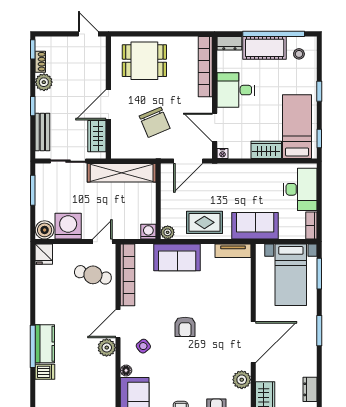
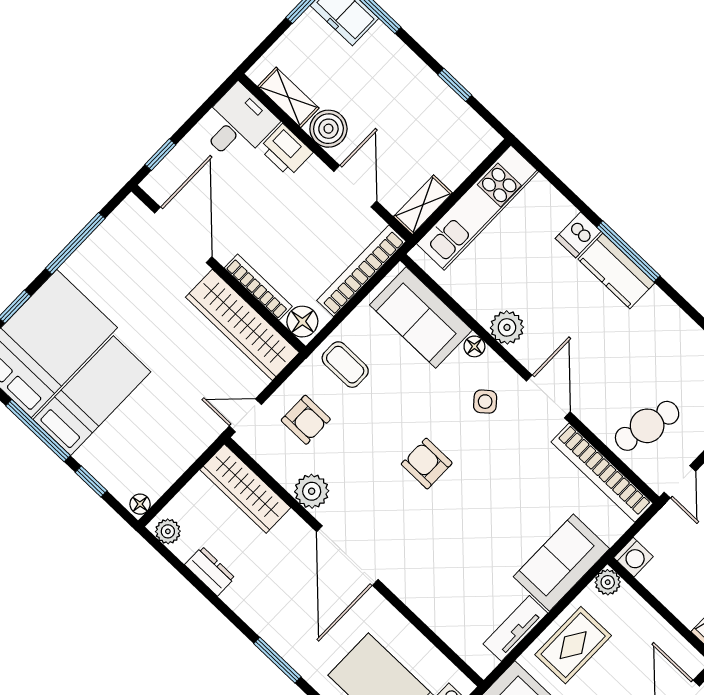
tv unit: (233, 251) -> (515, 628), moved
armchair: (185, 327) -> (427, 464), moved
plant: (107, 348) -> (507, 327), moved

